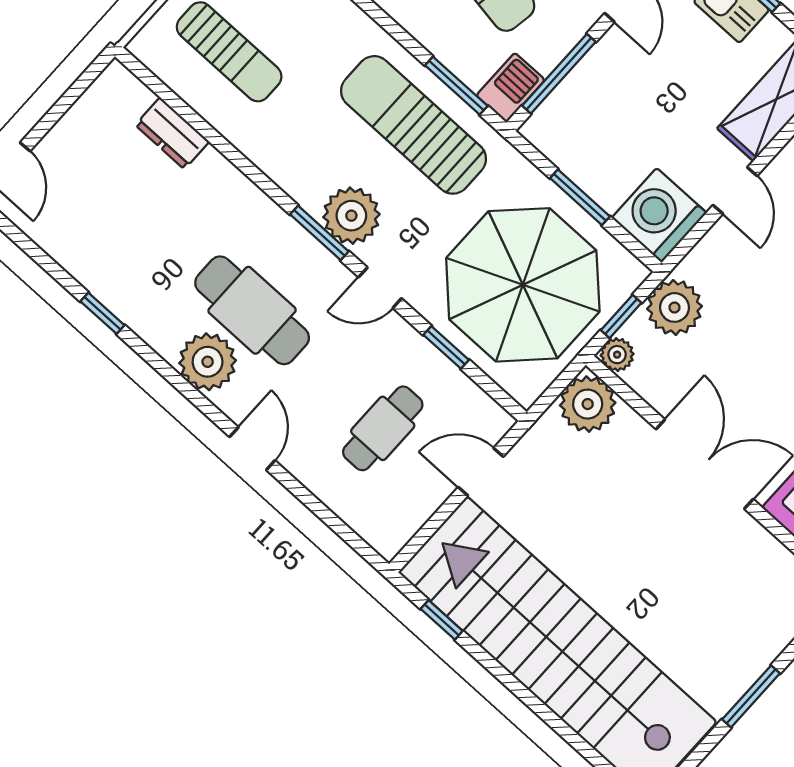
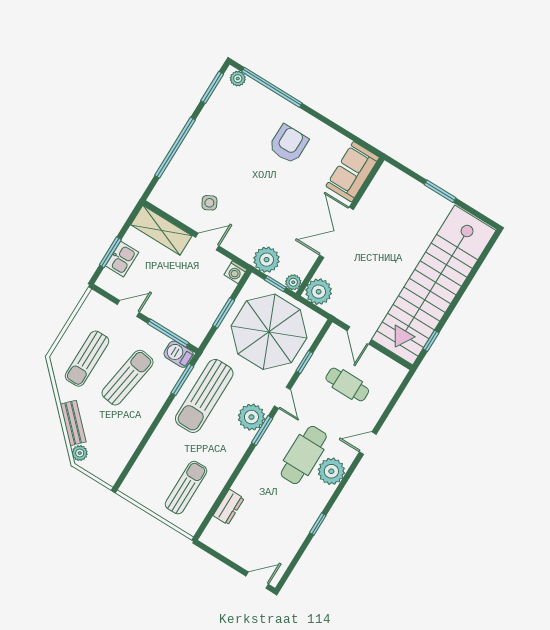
washing machine: (659, 215) -> (235, 272), width x0.53, depth x0.53

